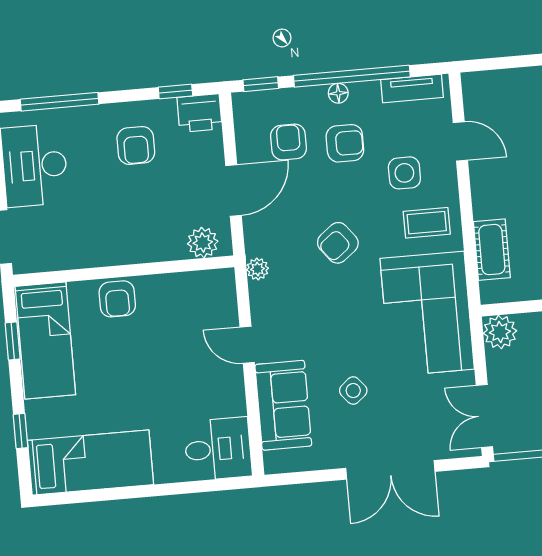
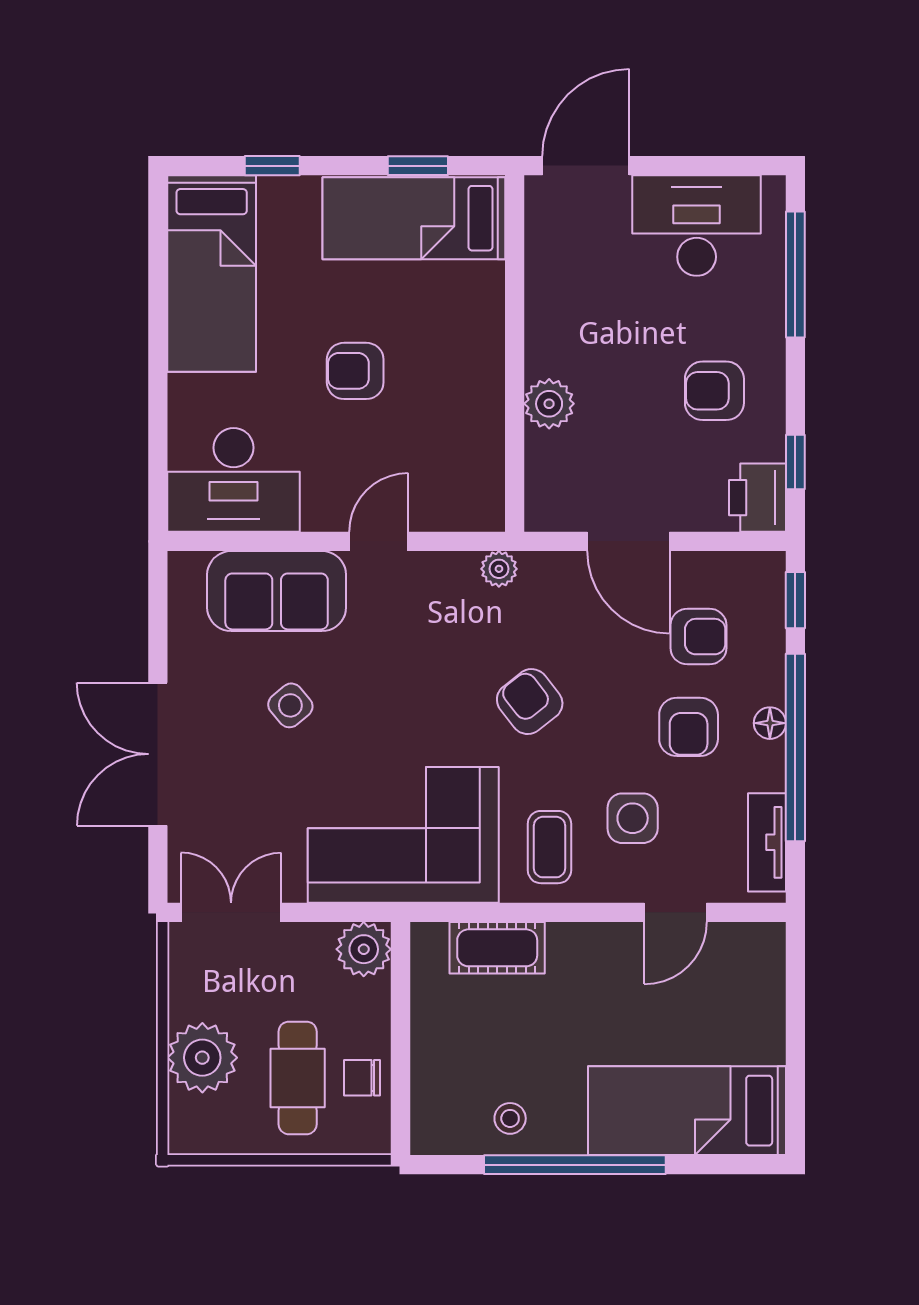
plant: (203, 243) -> (549, 404), moved
armchair: (117, 299) -> (355, 371), moved
desk: (218, 449) -> (234, 480), width x1.37

